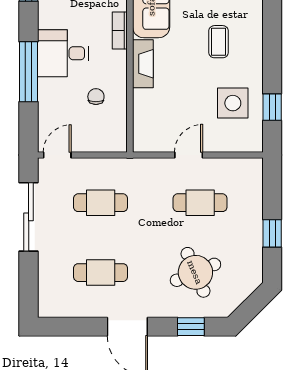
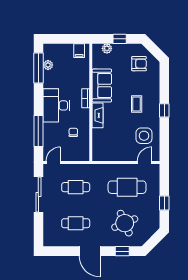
desk: (63, 53) -> (56, 105), width x1.37
window: (29, 72) -> (38, 131), moved
window: (272, 107) -> (164, 110), moved
door: (189, 155) -> (145, 163), moved
cafe table: (200, 203) -> (127, 187), width x1.37, depth x1.35

